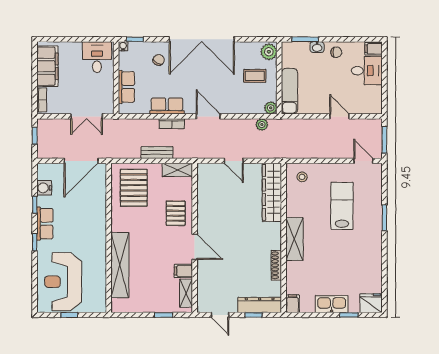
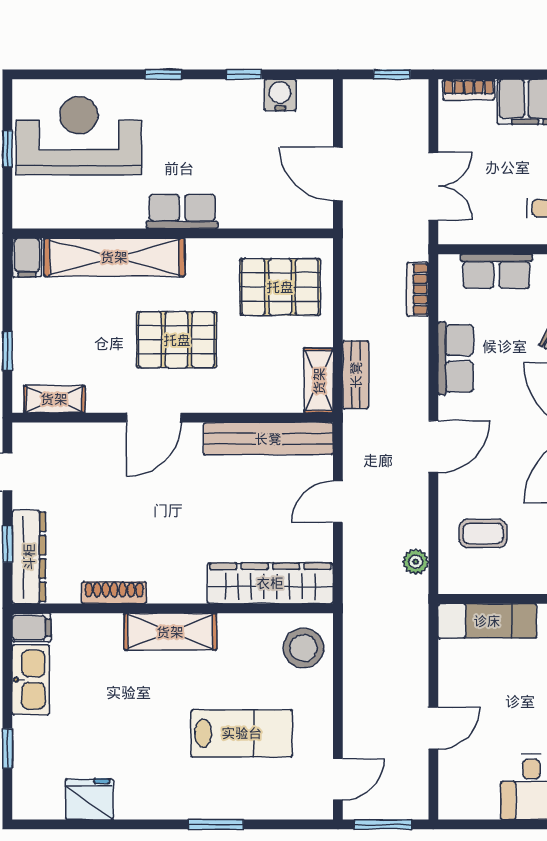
coffee table: (255, 76) -> (483, 533), moved, turned 90
plant: (271, 108) -> (451, 581), removed
double door: (87, 116) -> (433, 186), swing flipped
bookcase: (172, 124) -> (418, 289), moved
bench: (157, 153) -> (356, 375), moved
door: (81, 161) -> (338, 174), width x0.73
stool: (302, 177) -> (303, 648), width x1.89, depth x1.89
bench: (204, 193) -> (268, 439), added
pallet: (176, 213) -> (177, 340), moved, width x1.50, depth x1.42
row of seats: (45, 224) -> (182, 211), moved, turned 180
filing cabinet: (183, 271) -> (27, 258), moved, turned 180
fridge: (371, 303) -> (89, 799), moved, turned -90
kitchen sink: (332, 304) -> (31, 680), moved

